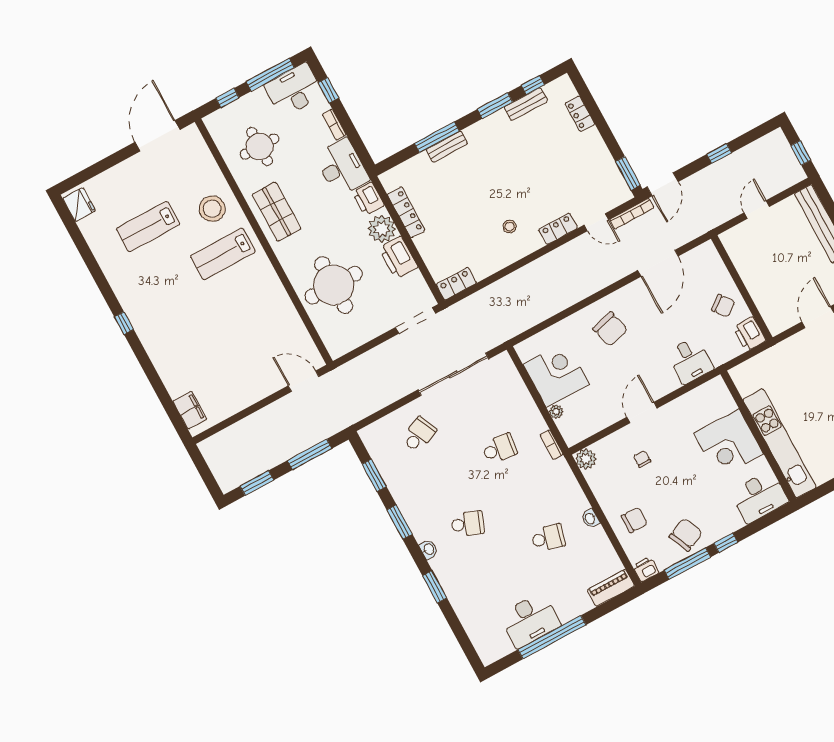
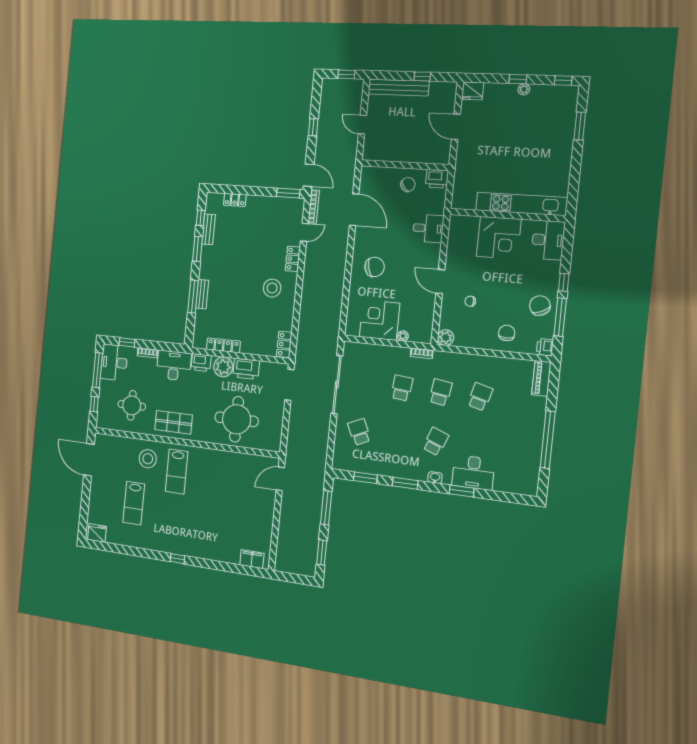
stool: (510, 227) -> (272, 288), width x1.89, depth x1.89
school desk: (524, 493) -> (441, 392), added
washbasin: (590, 519) -> (486, 361), removed
desk: (530, 620) -> (473, 472), moved, turned 90

